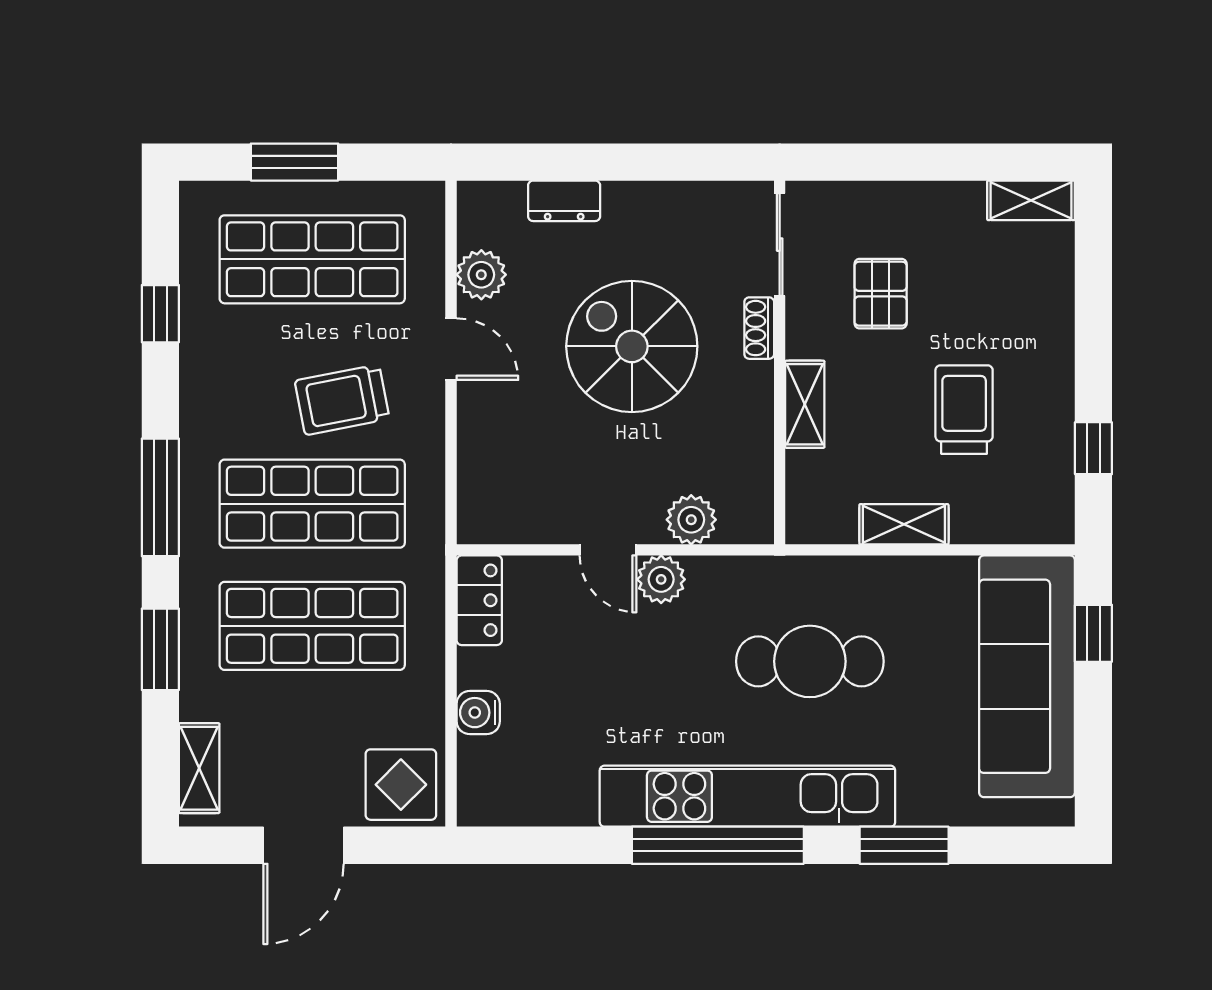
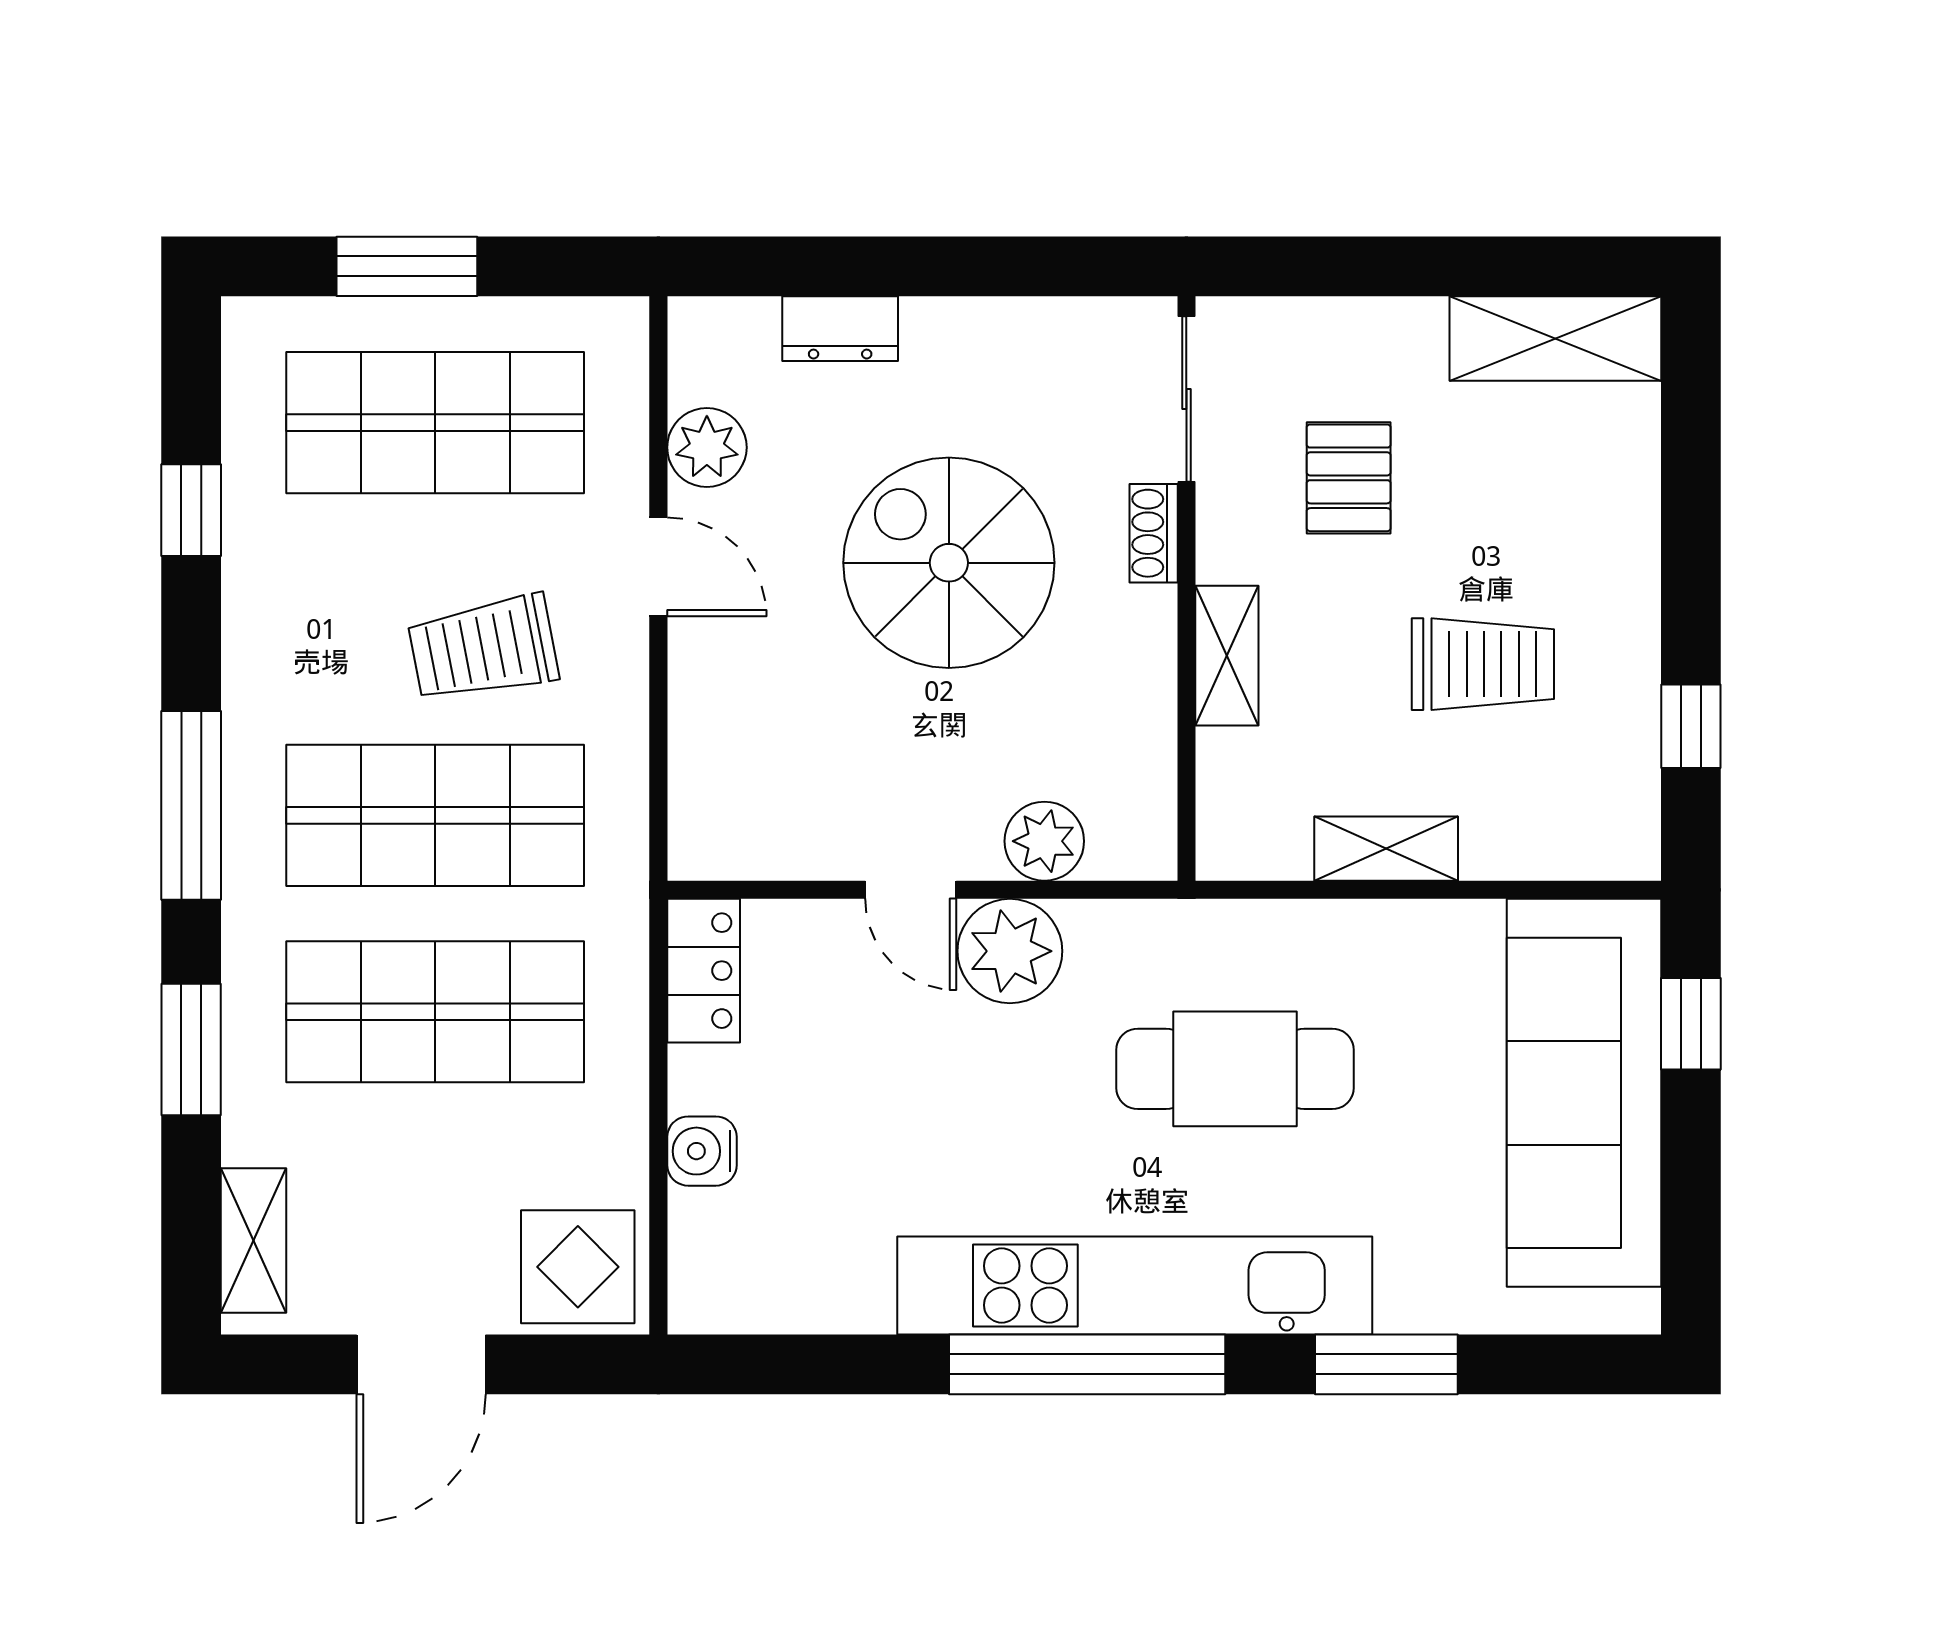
shelving: (1031, 200) -> (1555, 338), width x1.50, depth x1.33
trolley: (964, 410) -> (1483, 664), turned 90
plant: (661, 579) -> (1010, 951), width x1.36, depth x1.36

